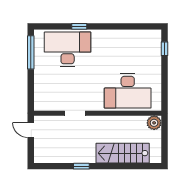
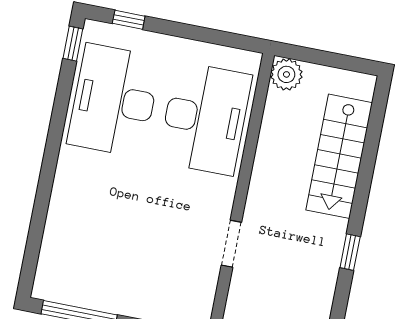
window: (79, 26) -> (73, 44), moved
desk: (68, 49) -> (114, 101), moved

